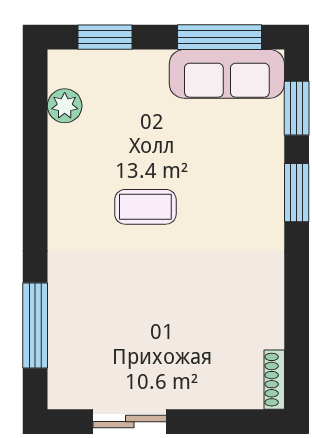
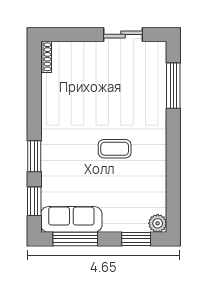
plant: (65, 106) -> (158, 223), moved

